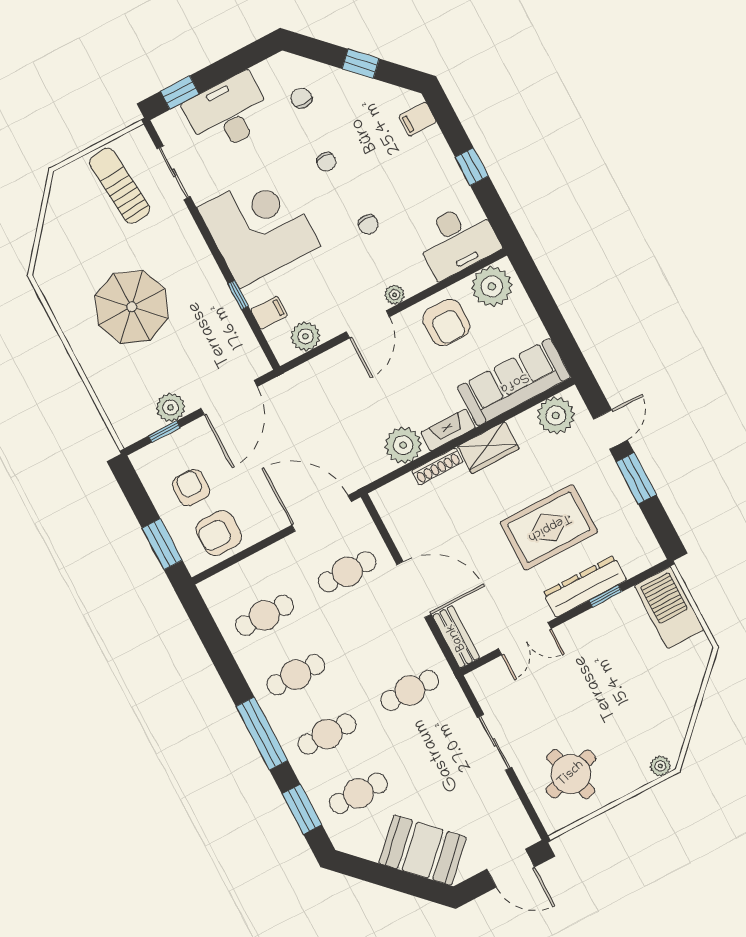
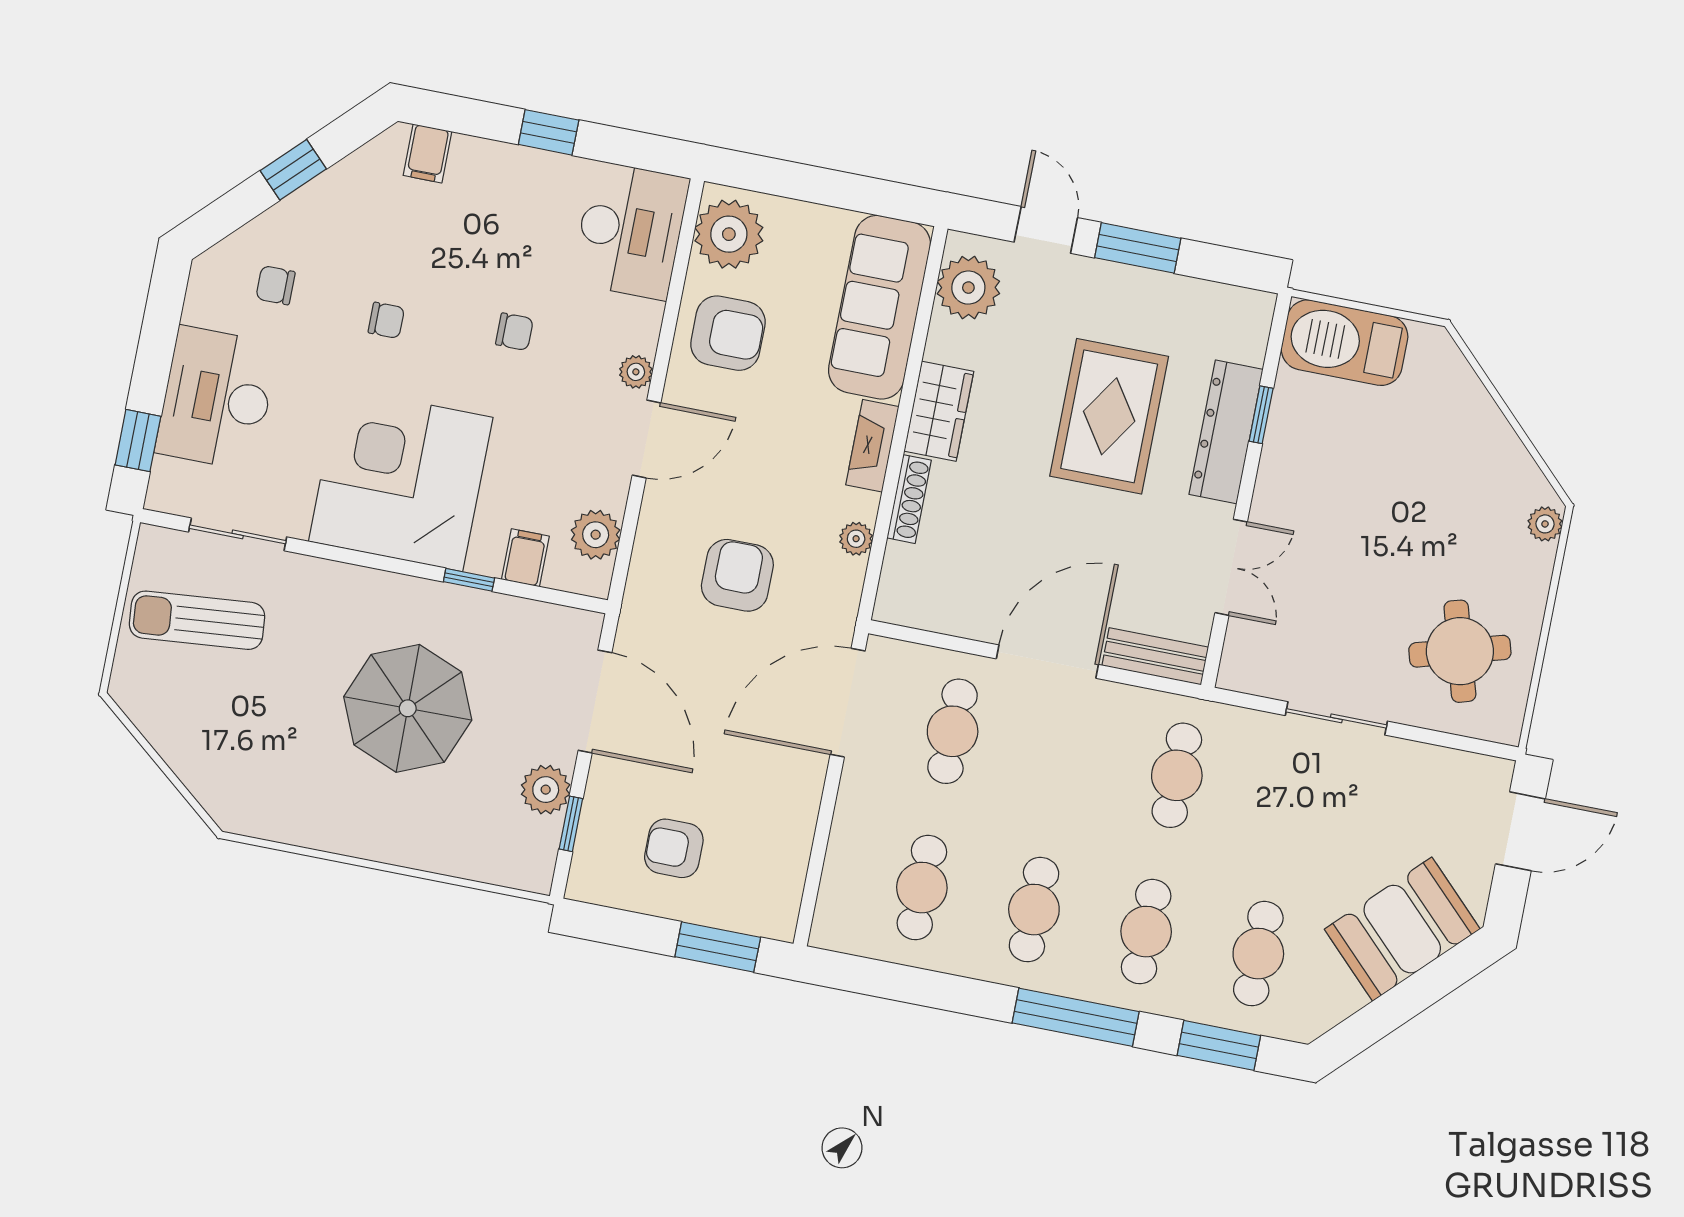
parasol: (132, 307) -> (408, 708), moved
door: (368, 324) -> (646, 439), hinge flipped
plant: (403, 445) -> (856, 539), width x0.53, depth x0.53
armchair: (219, 533) -> (737, 575), moved, turned 180

